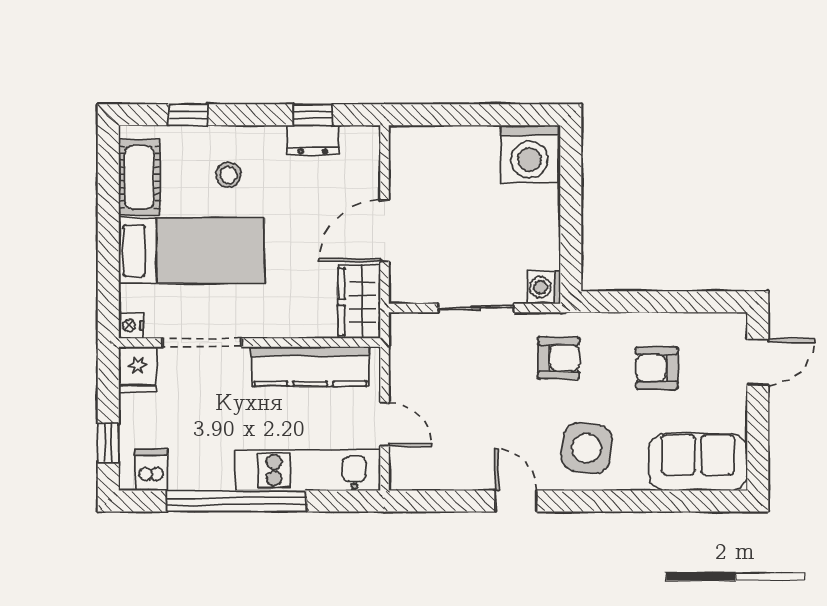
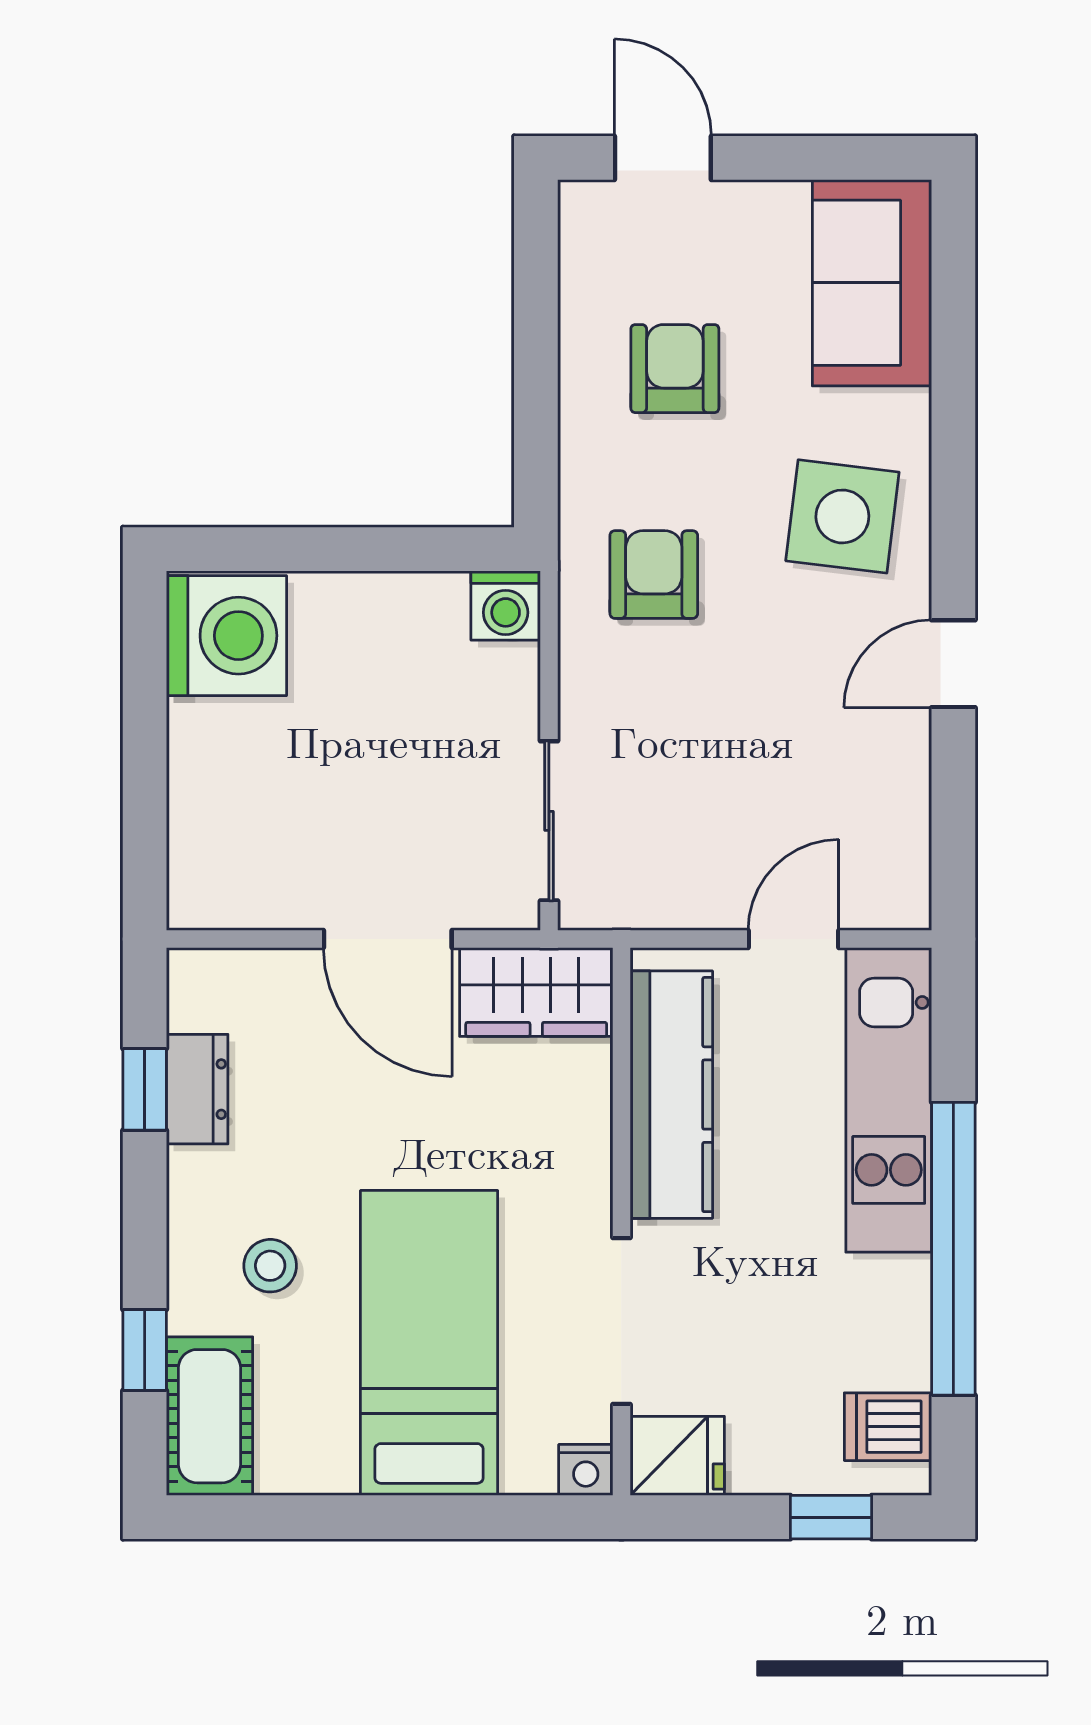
cot: (139, 177) -> (210, 1416), moved, turned 90
sliding door: (476, 308) -> (549, 821), moved
armchair: (657, 368) -> (675, 369), turned 180

